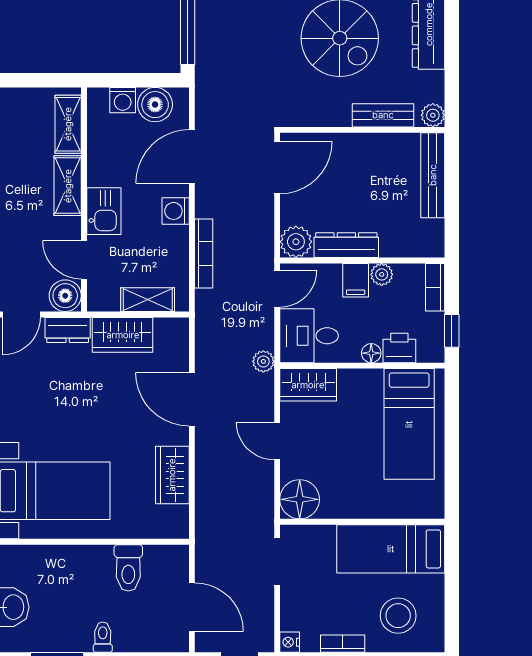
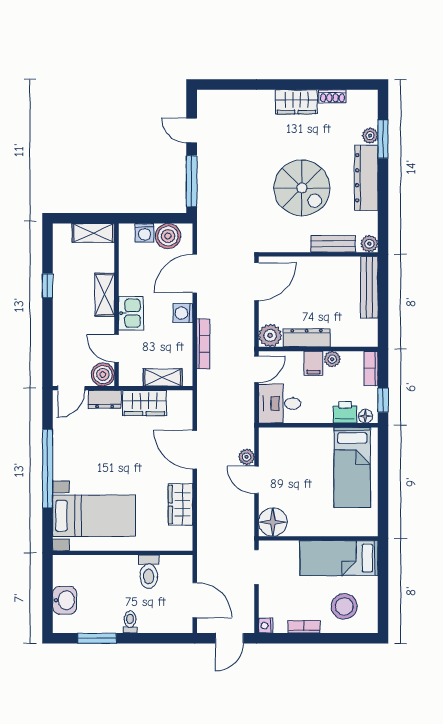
shelving: (68, 124) -> (93, 233), moved, turned 90
floor lamp: (371, 353) -> (365, 416), moved
plant: (263, 361) -> (247, 457), moved
wardrobe: (308, 385) -> (279, 439), removed

